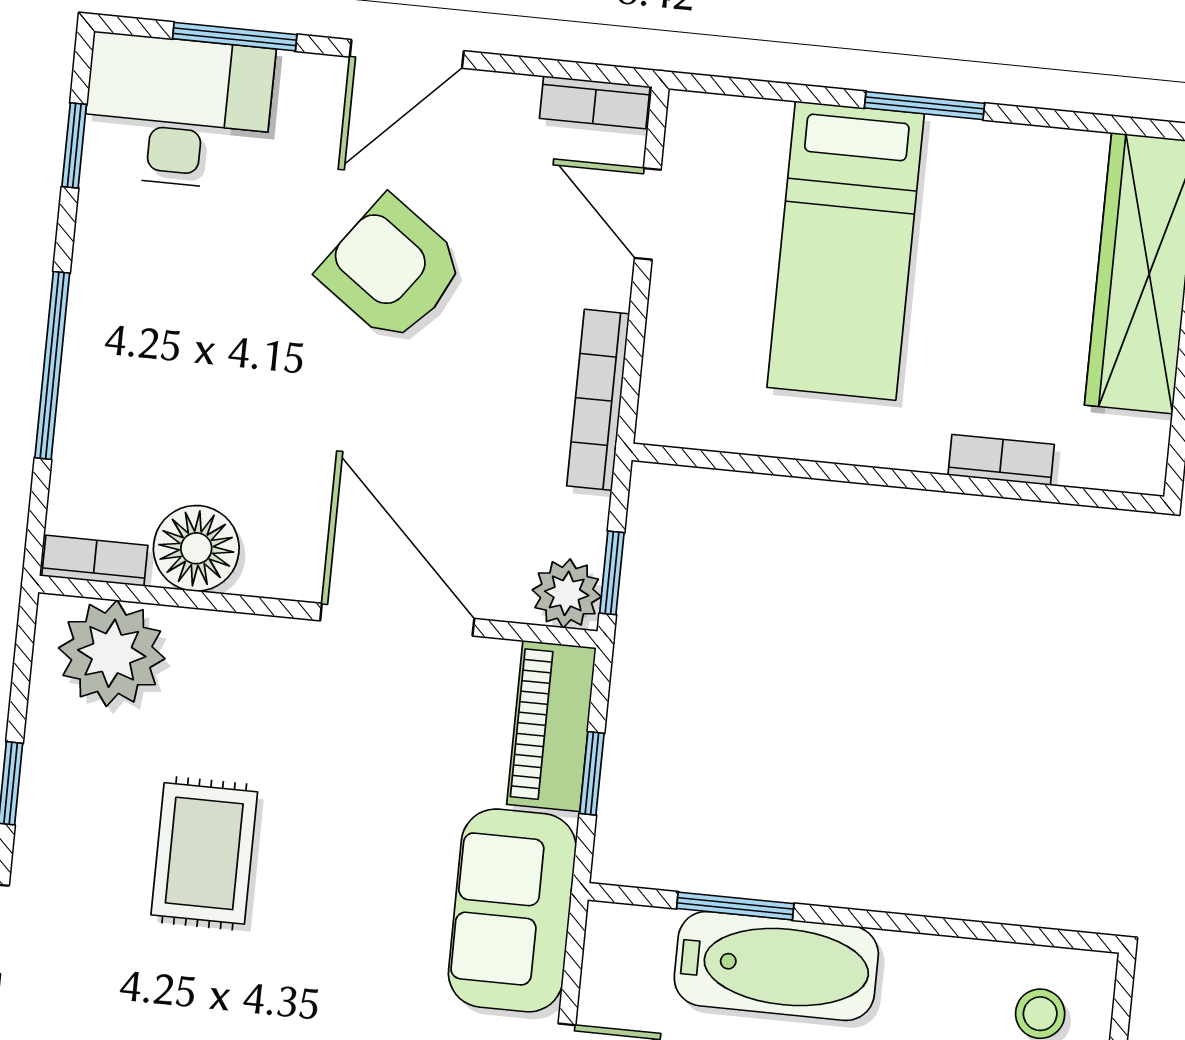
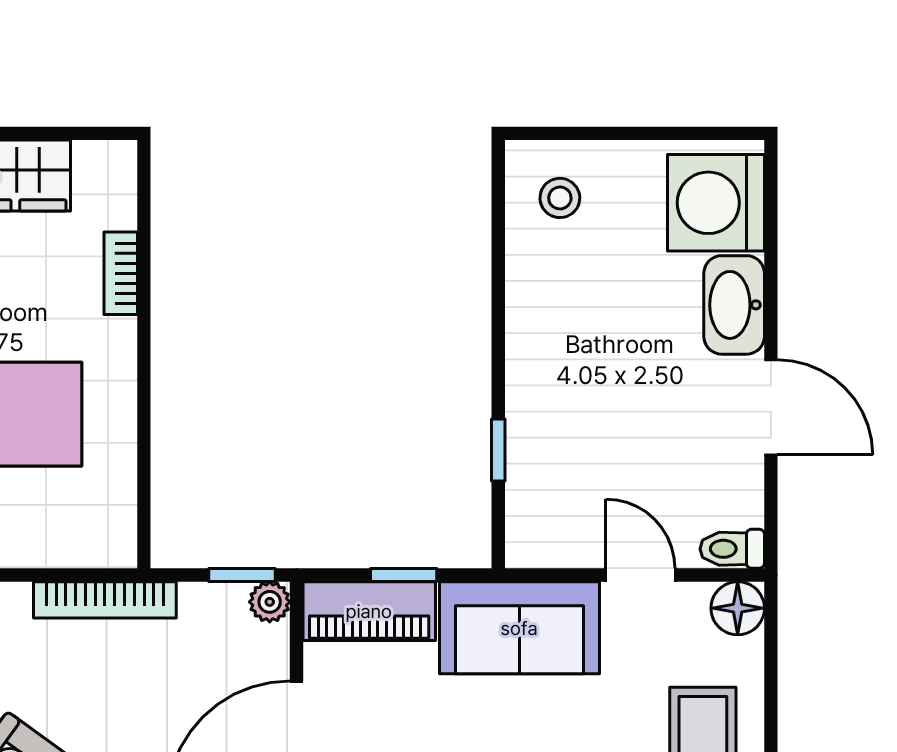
plant: (567, 593) -> (270, 602), width x0.73, depth x0.73
window: (735, 906) -> (498, 450), width x0.67
bathtub: (776, 966) -> (543, 412), removed

